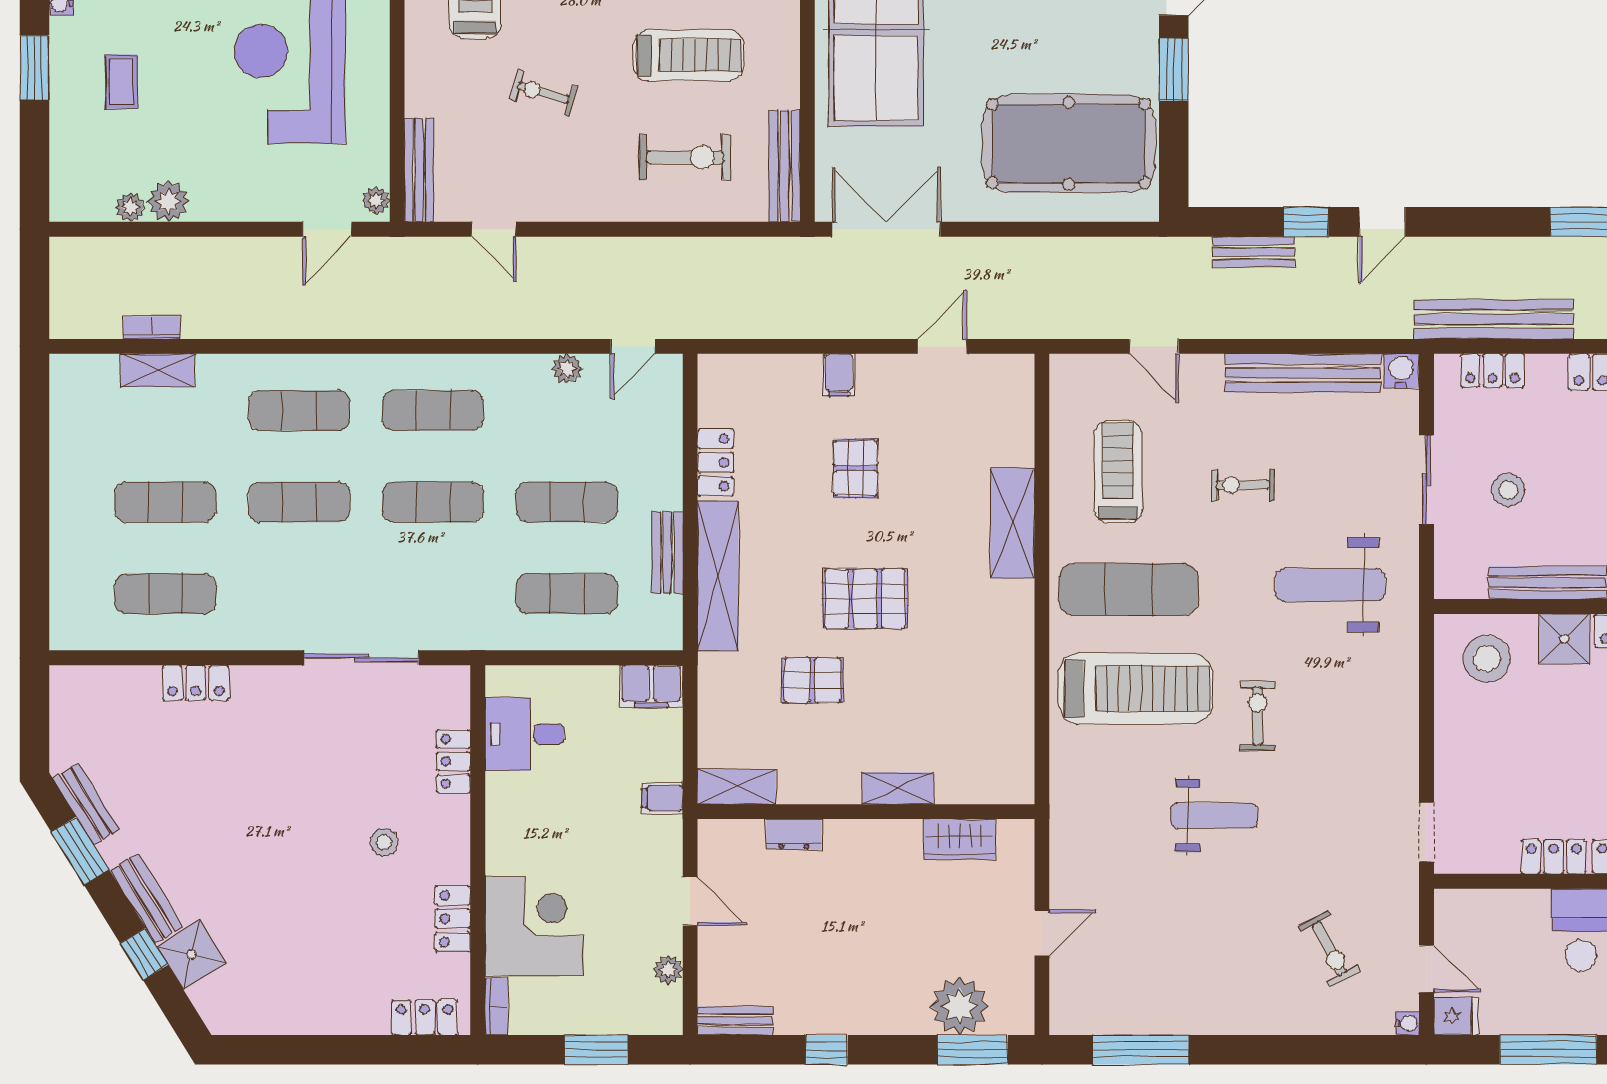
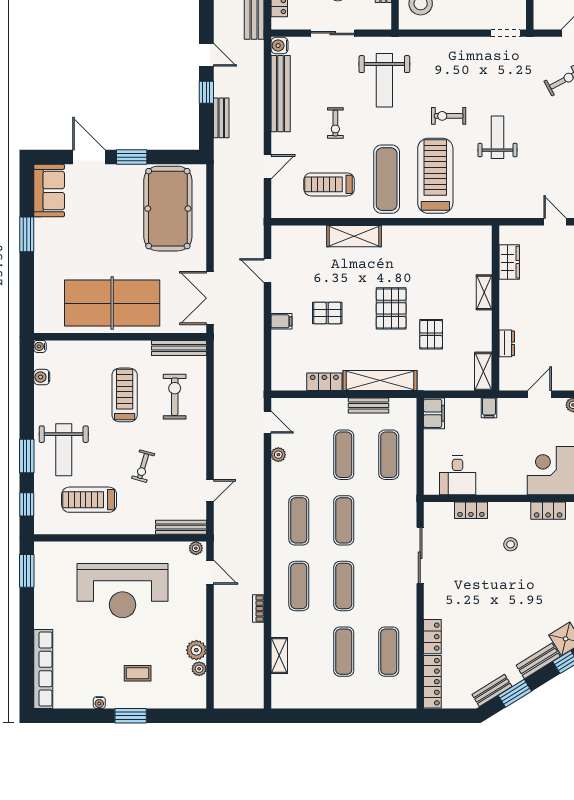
bookcase: (152, 328) -> (258, 609), moved
locker: (104, 683) -> (432, 682), added

